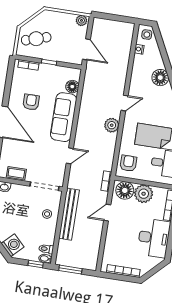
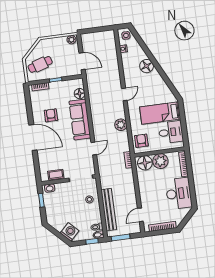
plant: (112, 125) -> (121, 125), moved
door: (107, 213) -> (140, 215), moved
bench: (69, 214) -> (109, 210), moved

